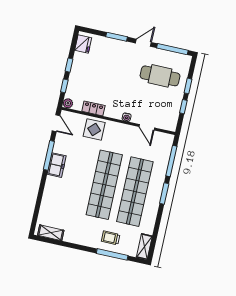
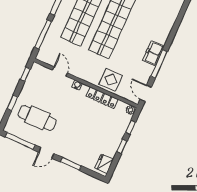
window: (183, 107) -> (25, 74), moved
locker: (93, 108) -> (102, 98), width x1.53

